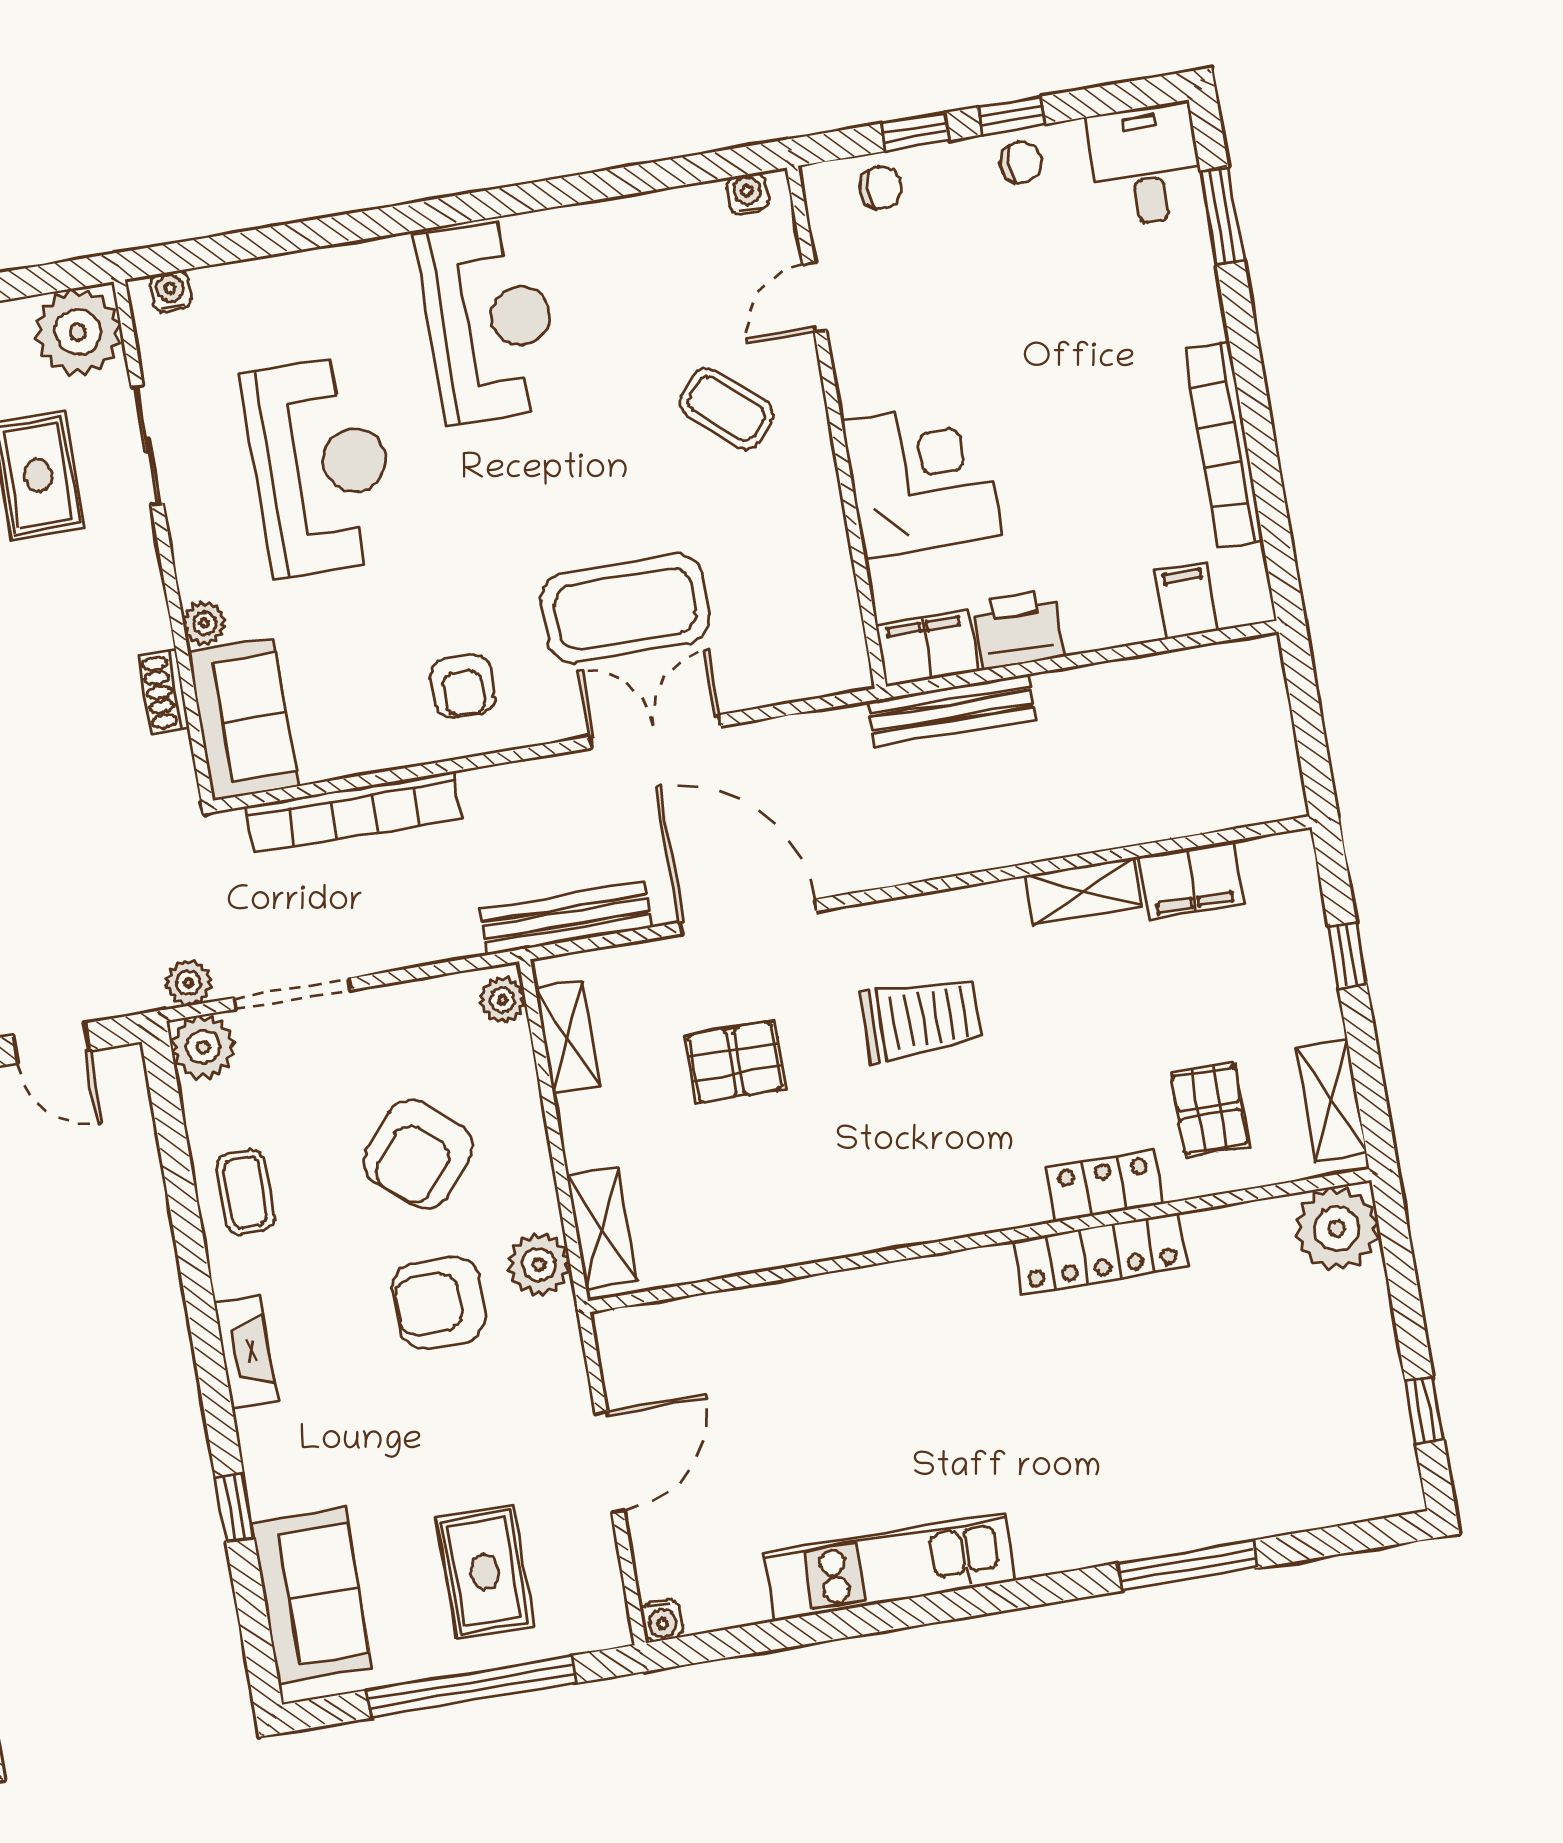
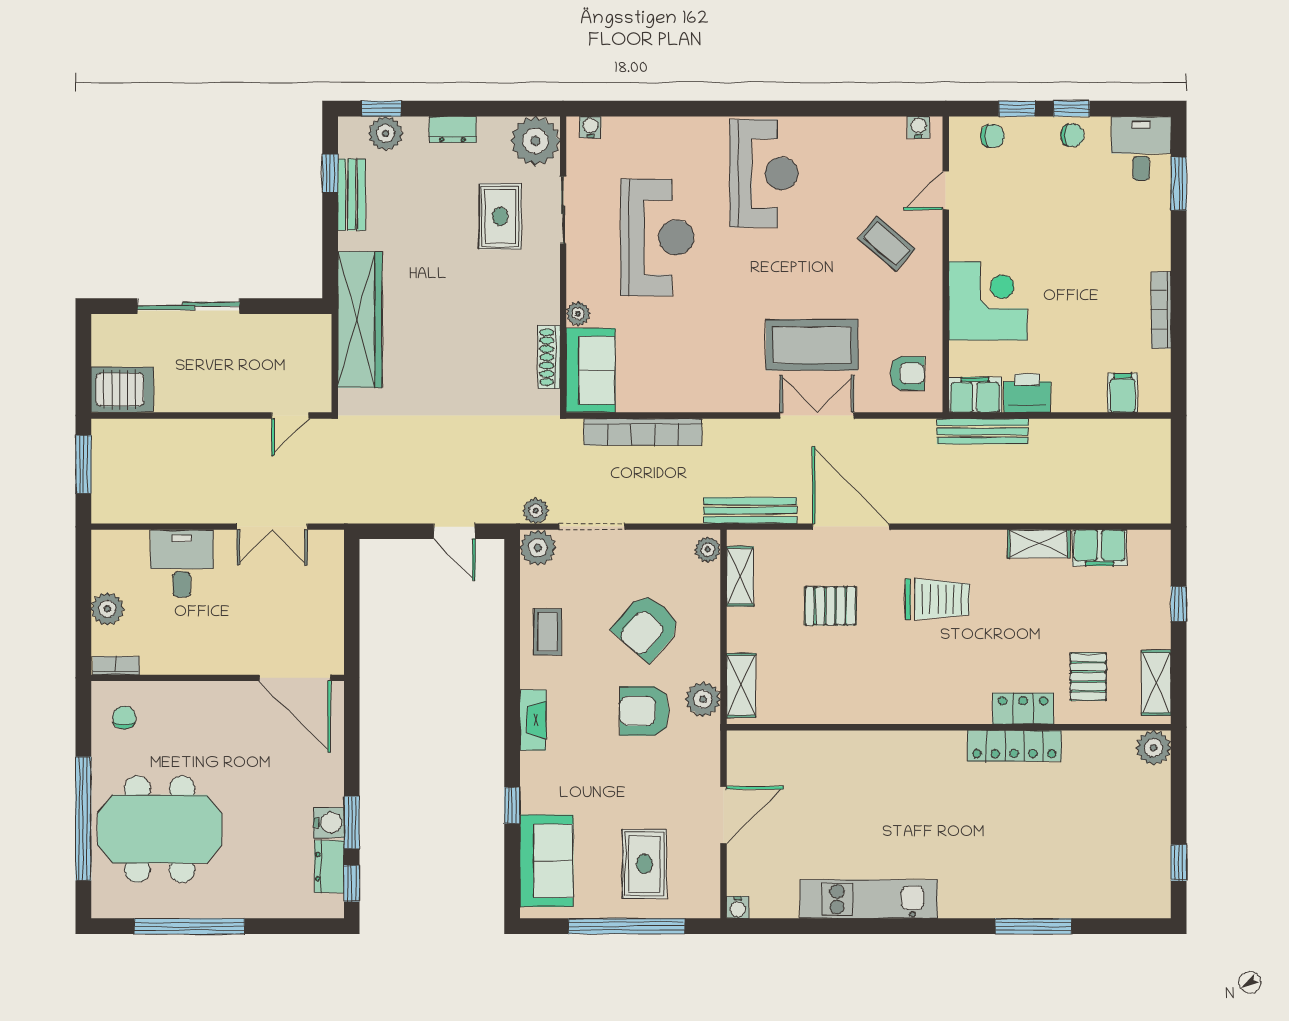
bookcase: (1224, 444) -> (1161, 310), width x0.68, depth x0.76
armchair: (463, 686) -> (907, 373), moved, turned -89
shoe rack: (164, 692) -> (549, 357), width x1.43
plant: (1337, 1229) -> (1154, 748), width x0.73, depth x0.73

